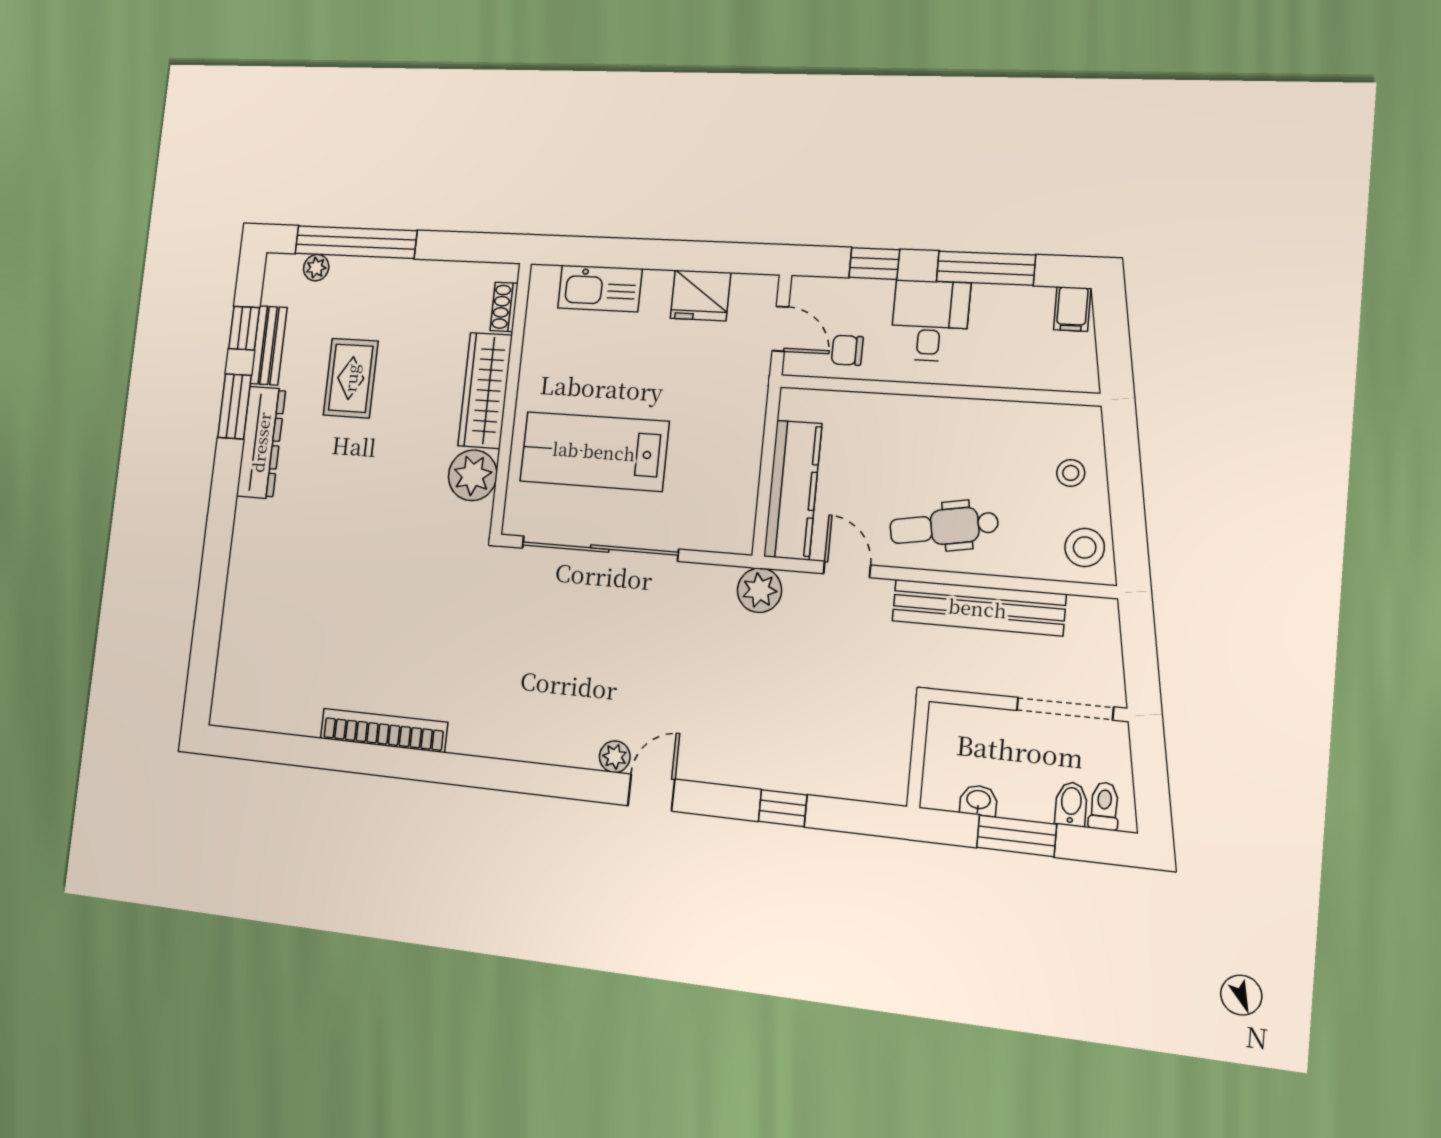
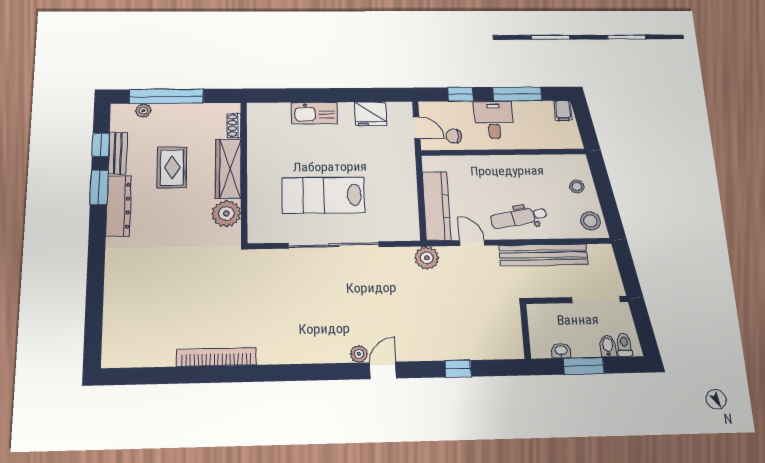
shoe rack: (504, 307) -> (234, 125), moved
wardrobe: (485, 390) -> (228, 169), moved
wall: (511, 398) -> (244, 172), moved
plant: (473, 475) -> (226, 214), moved

